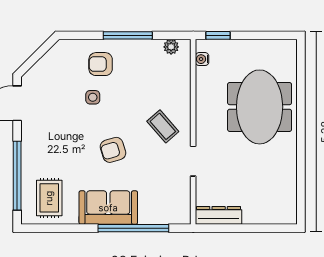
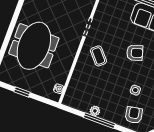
window: (218, 35) -> (22, 92), moved
plant: (171, 47) -> (95, 111), moved
armchair: (101, 64) -> (134, 115), moved, turned -100

